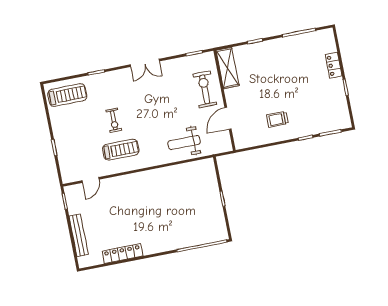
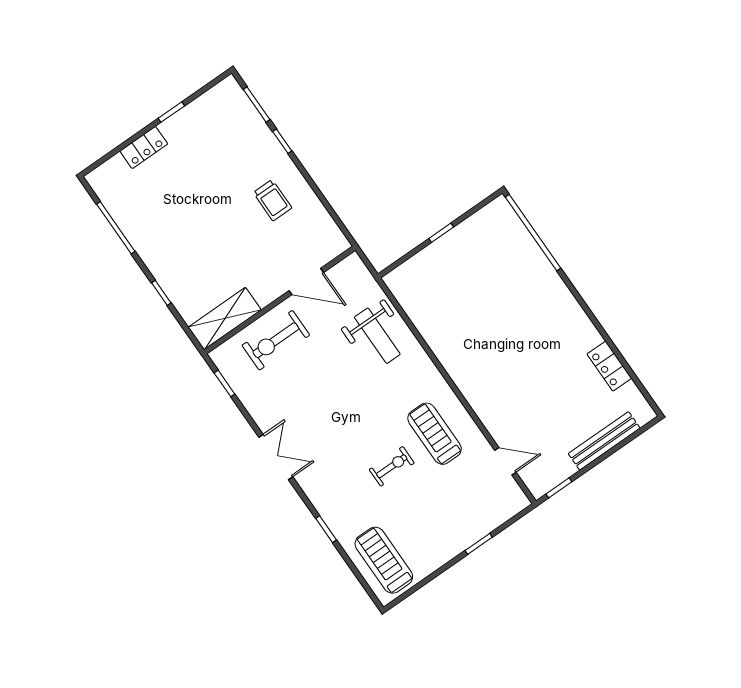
locker: (122, 254) -> (609, 366), width x0.66

